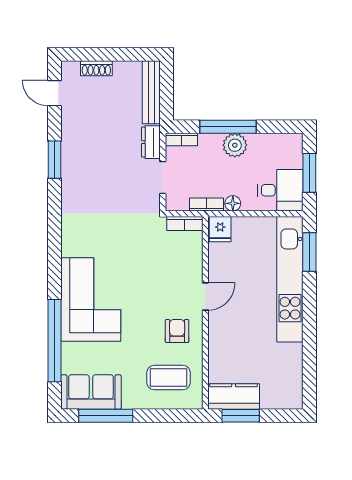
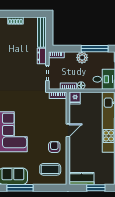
window: (228, 127) -> (95, 49), moved
window: (241, 416) -> (96, 188), moved

